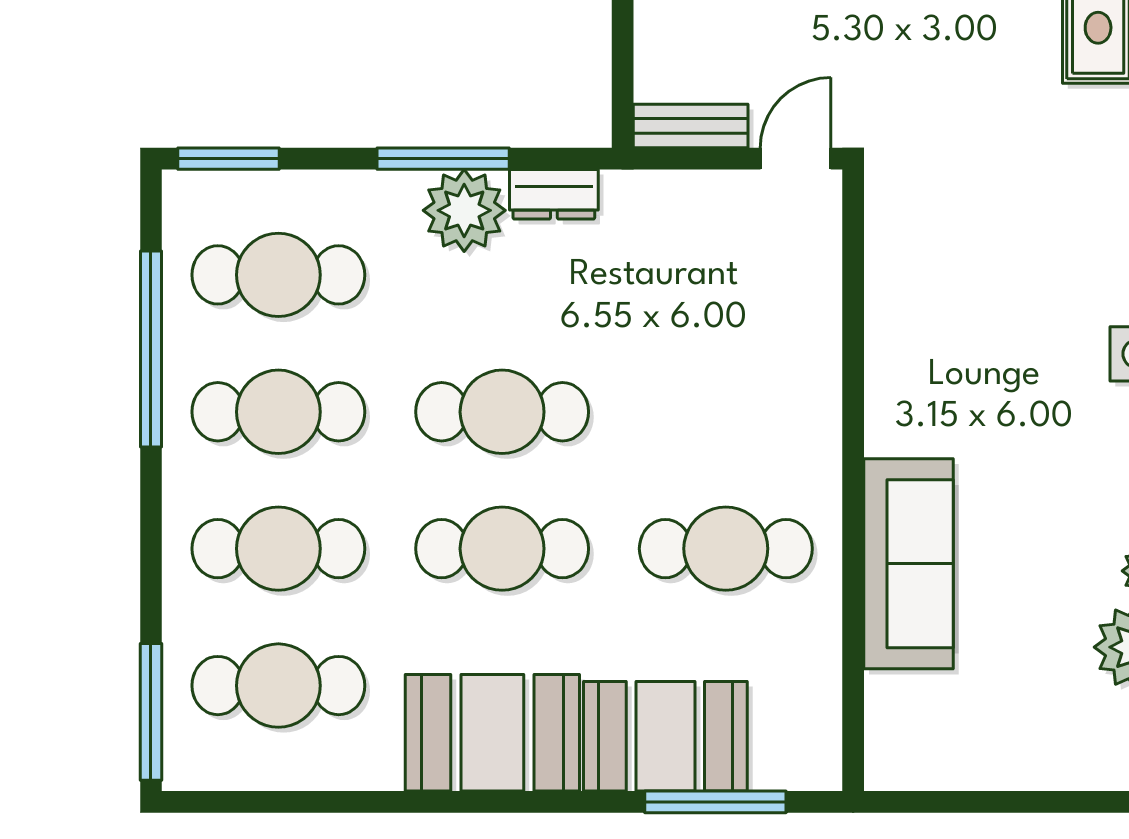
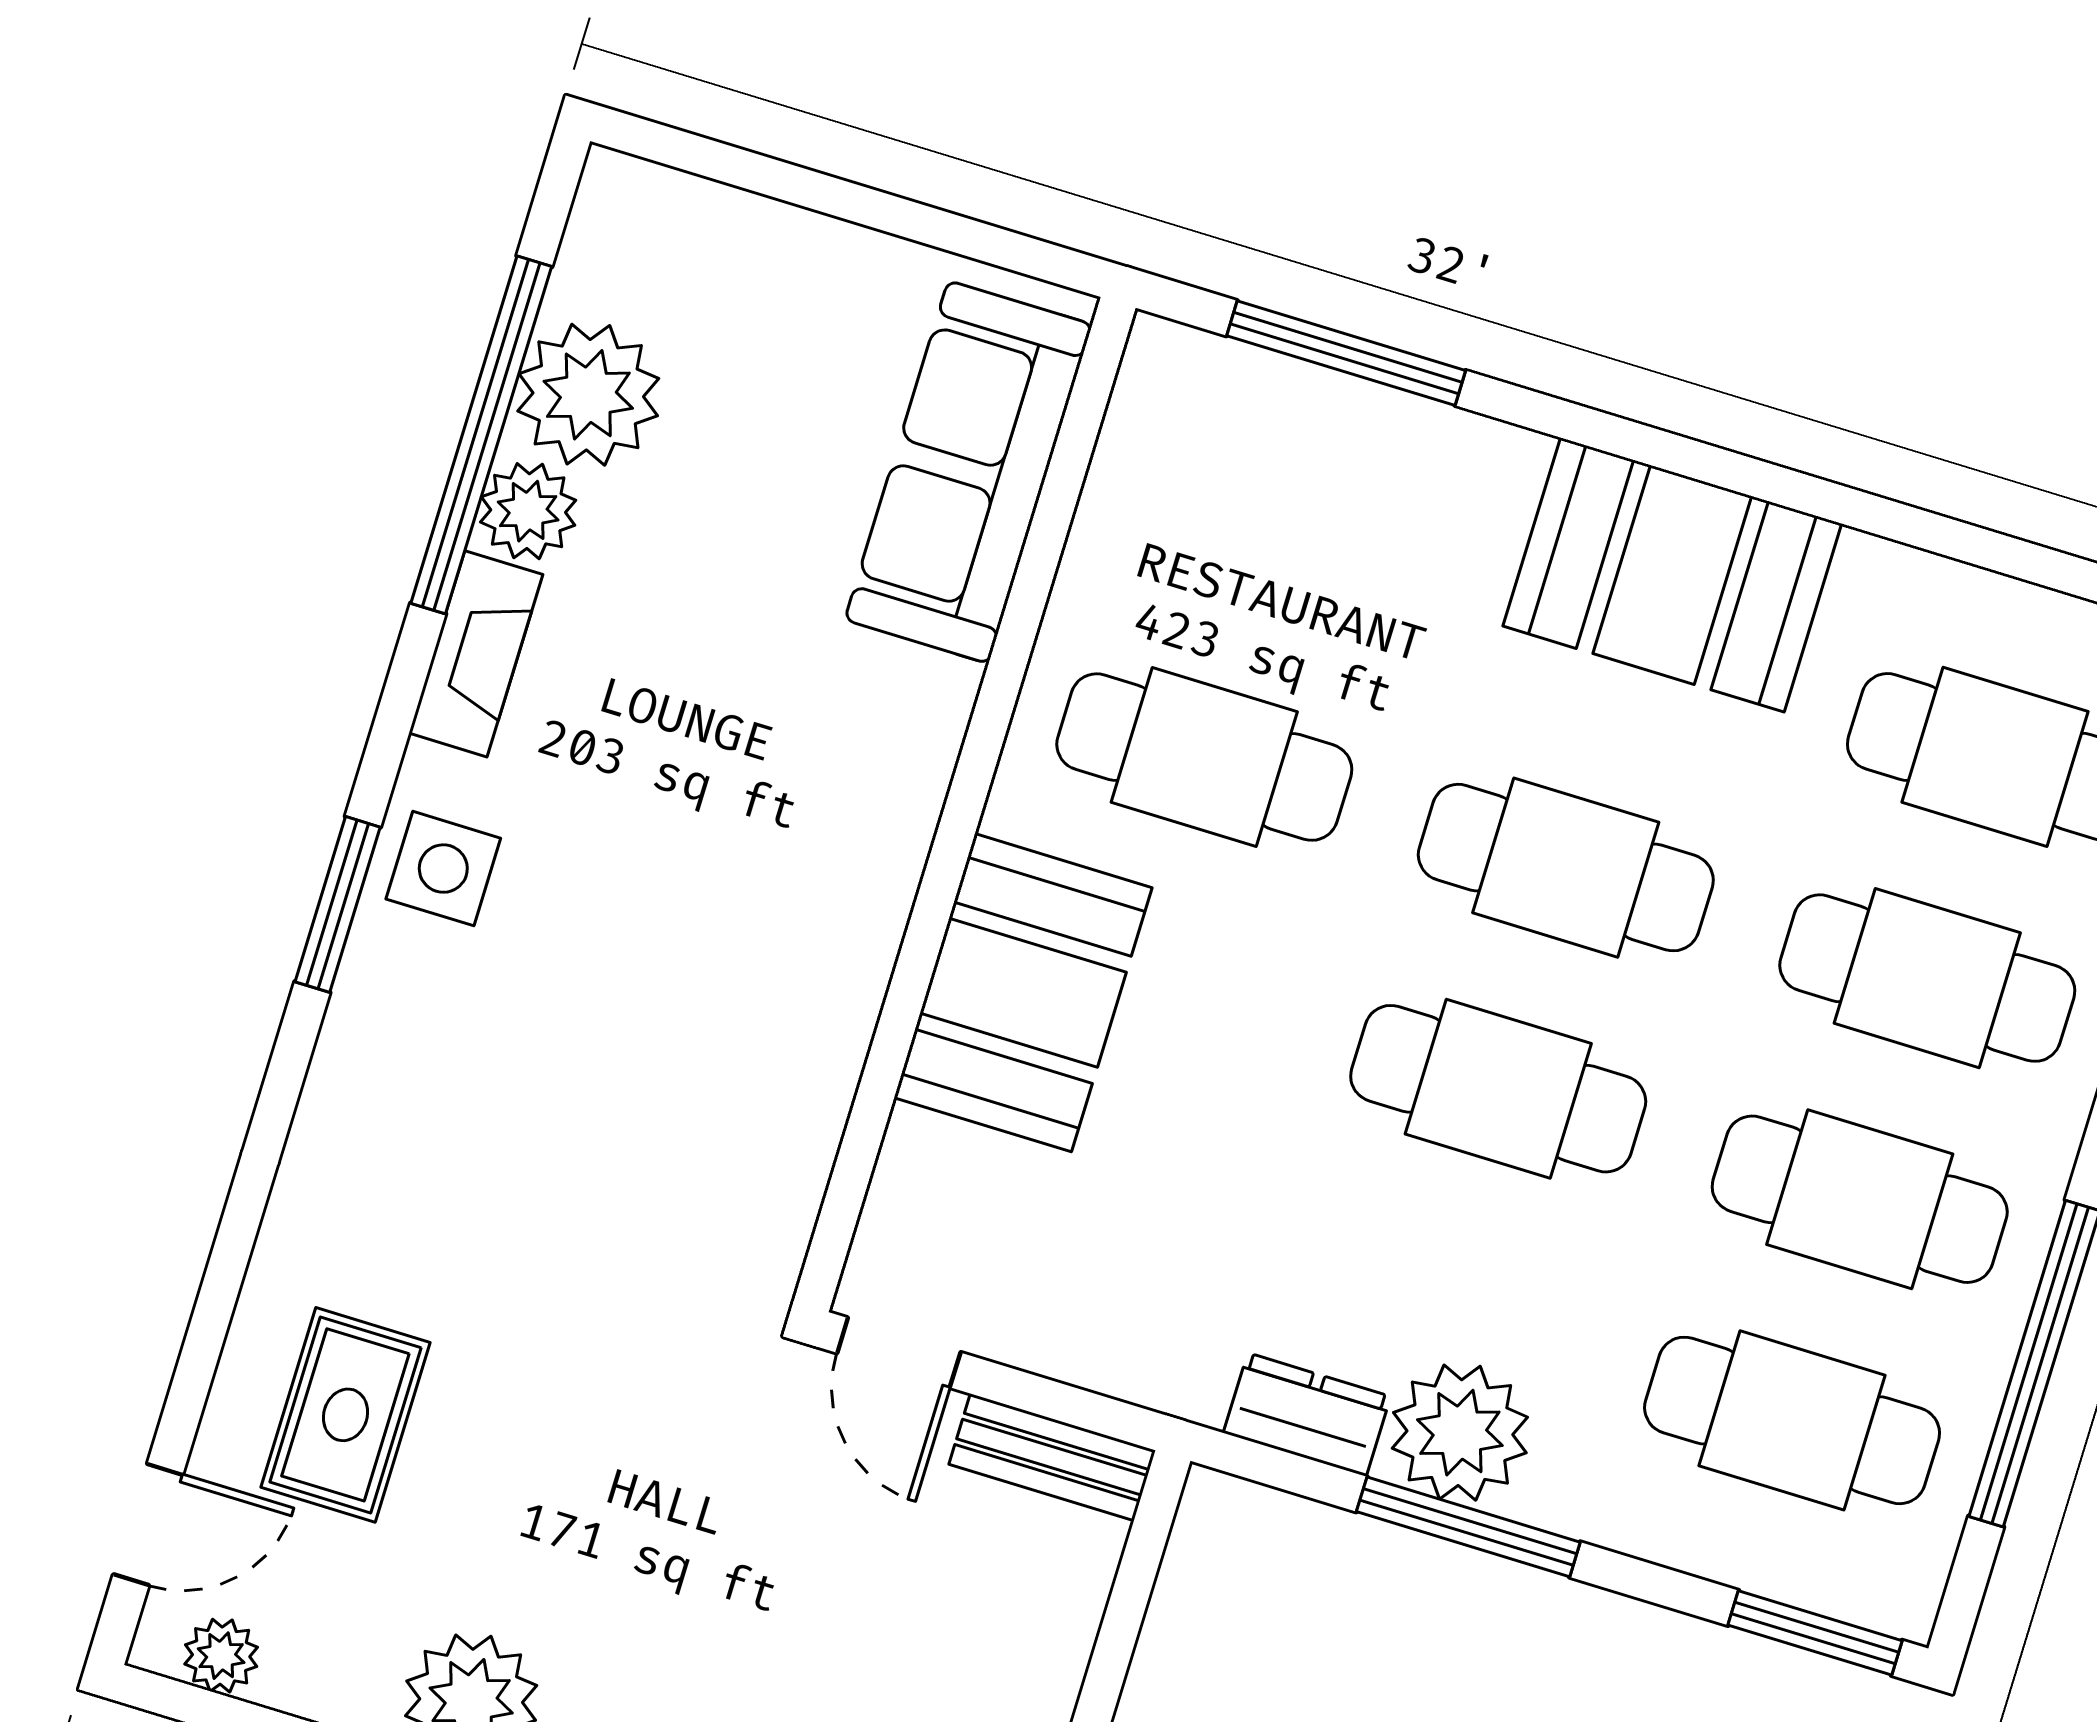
door: (796, 159) -> (899, 1353), hinge flipped
sofa: (909, 564) -> (969, 472), moved
booth: (665, 736) -> (1023, 993), moved, turned 90

